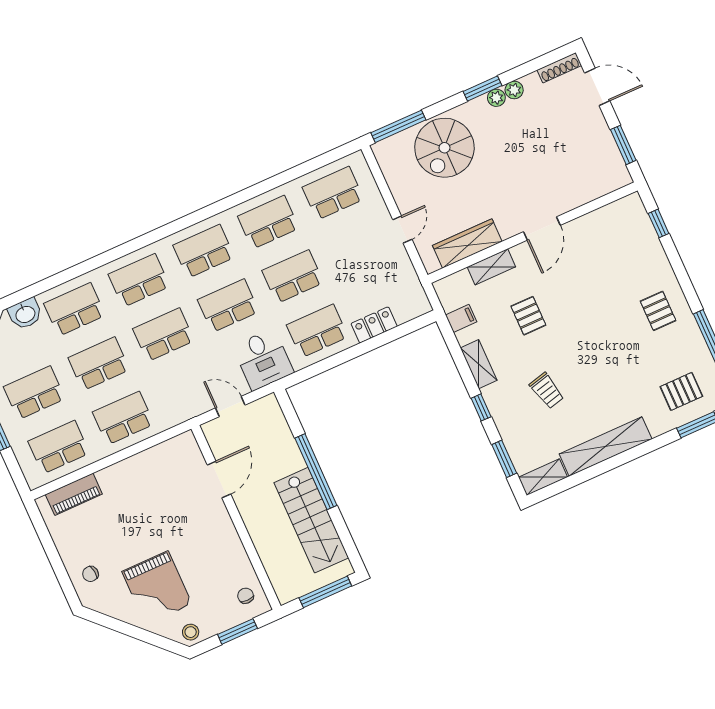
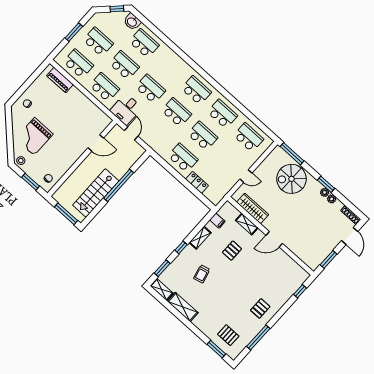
school desk: (139, 280) -> (170, 67), removed
desk: (263, 359) -> (126, 109), moved
shelving: (606, 446) -> (183, 307), width x0.68

